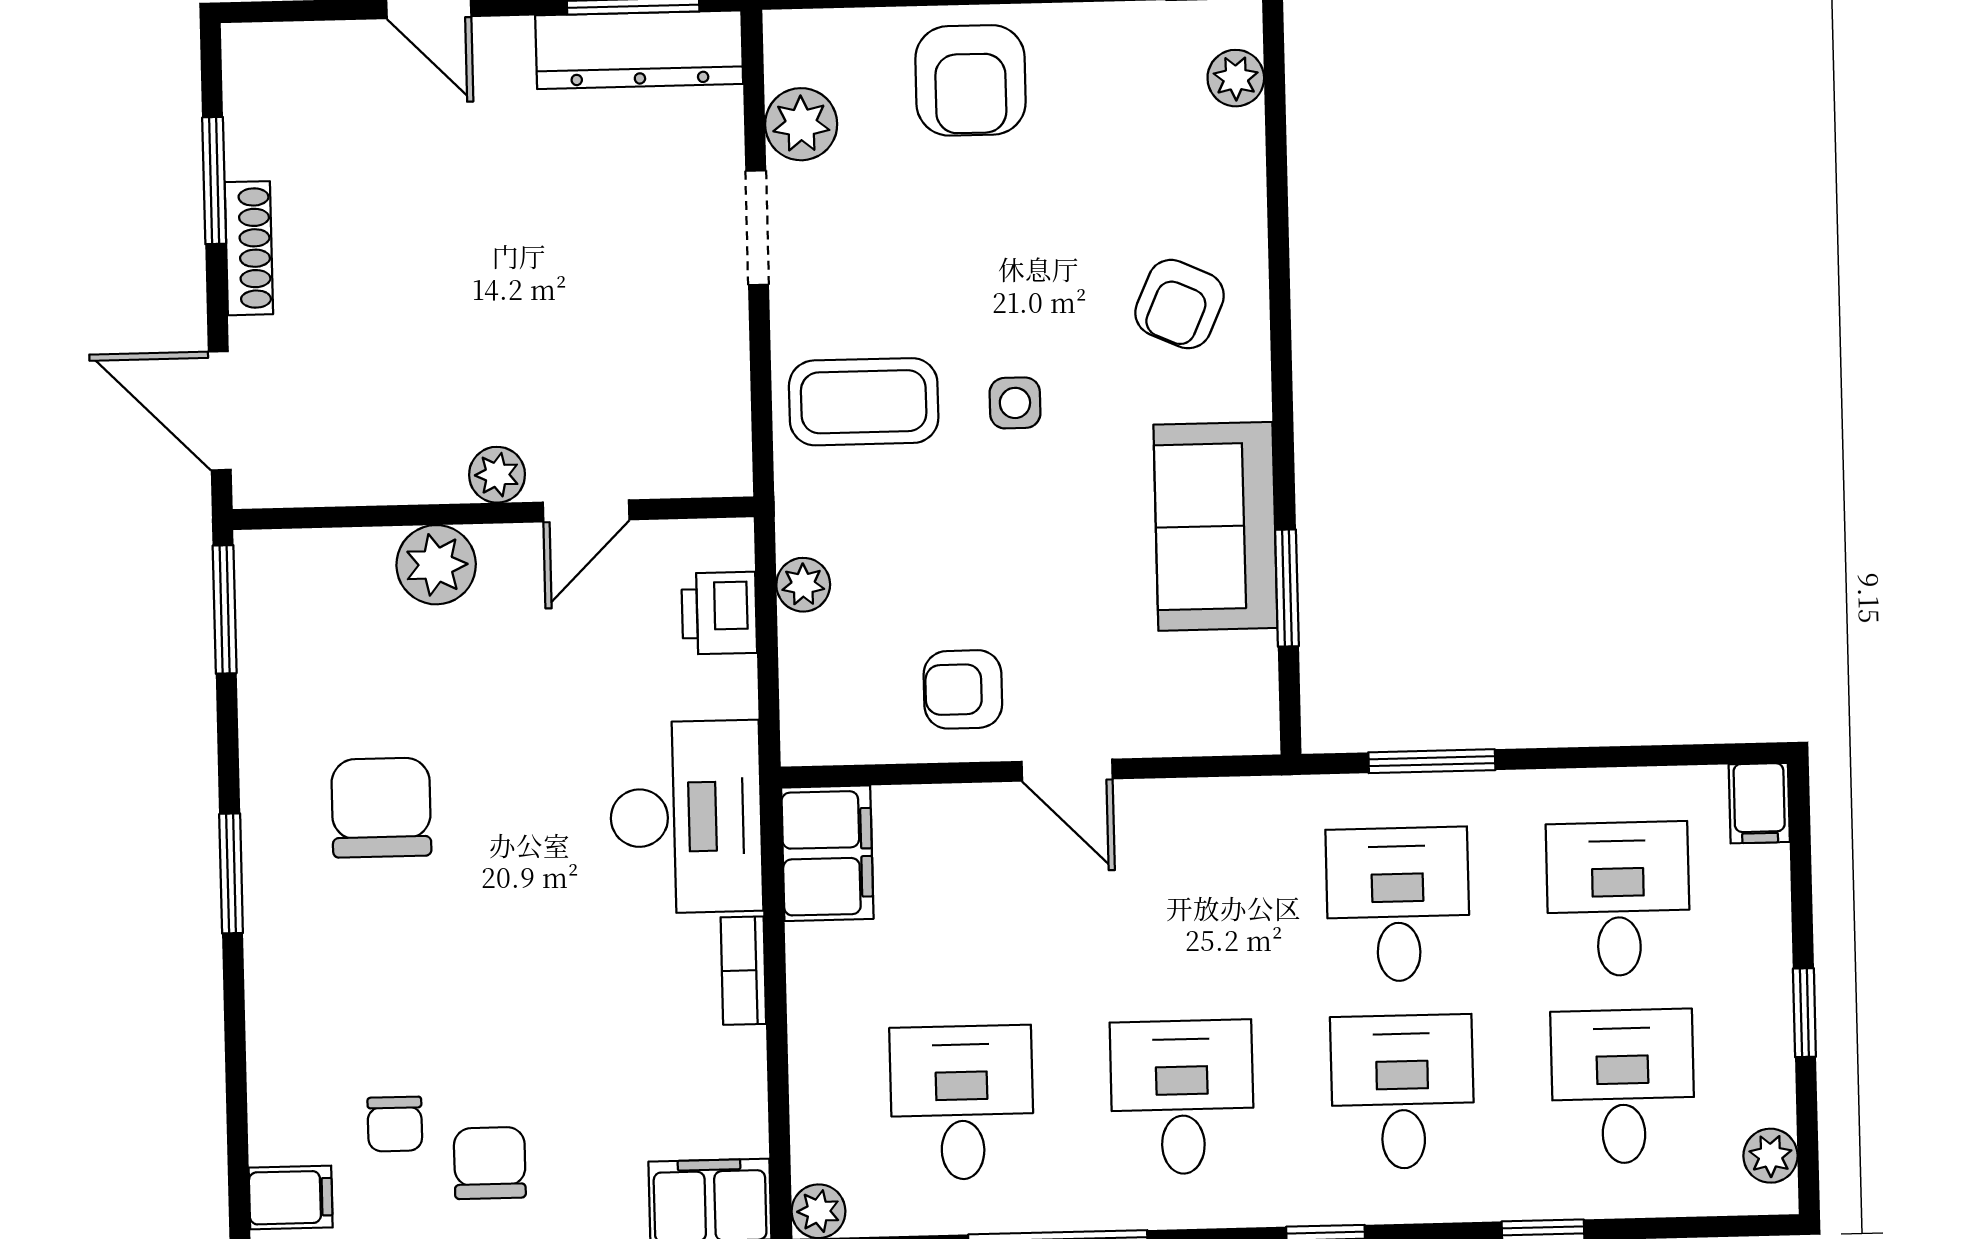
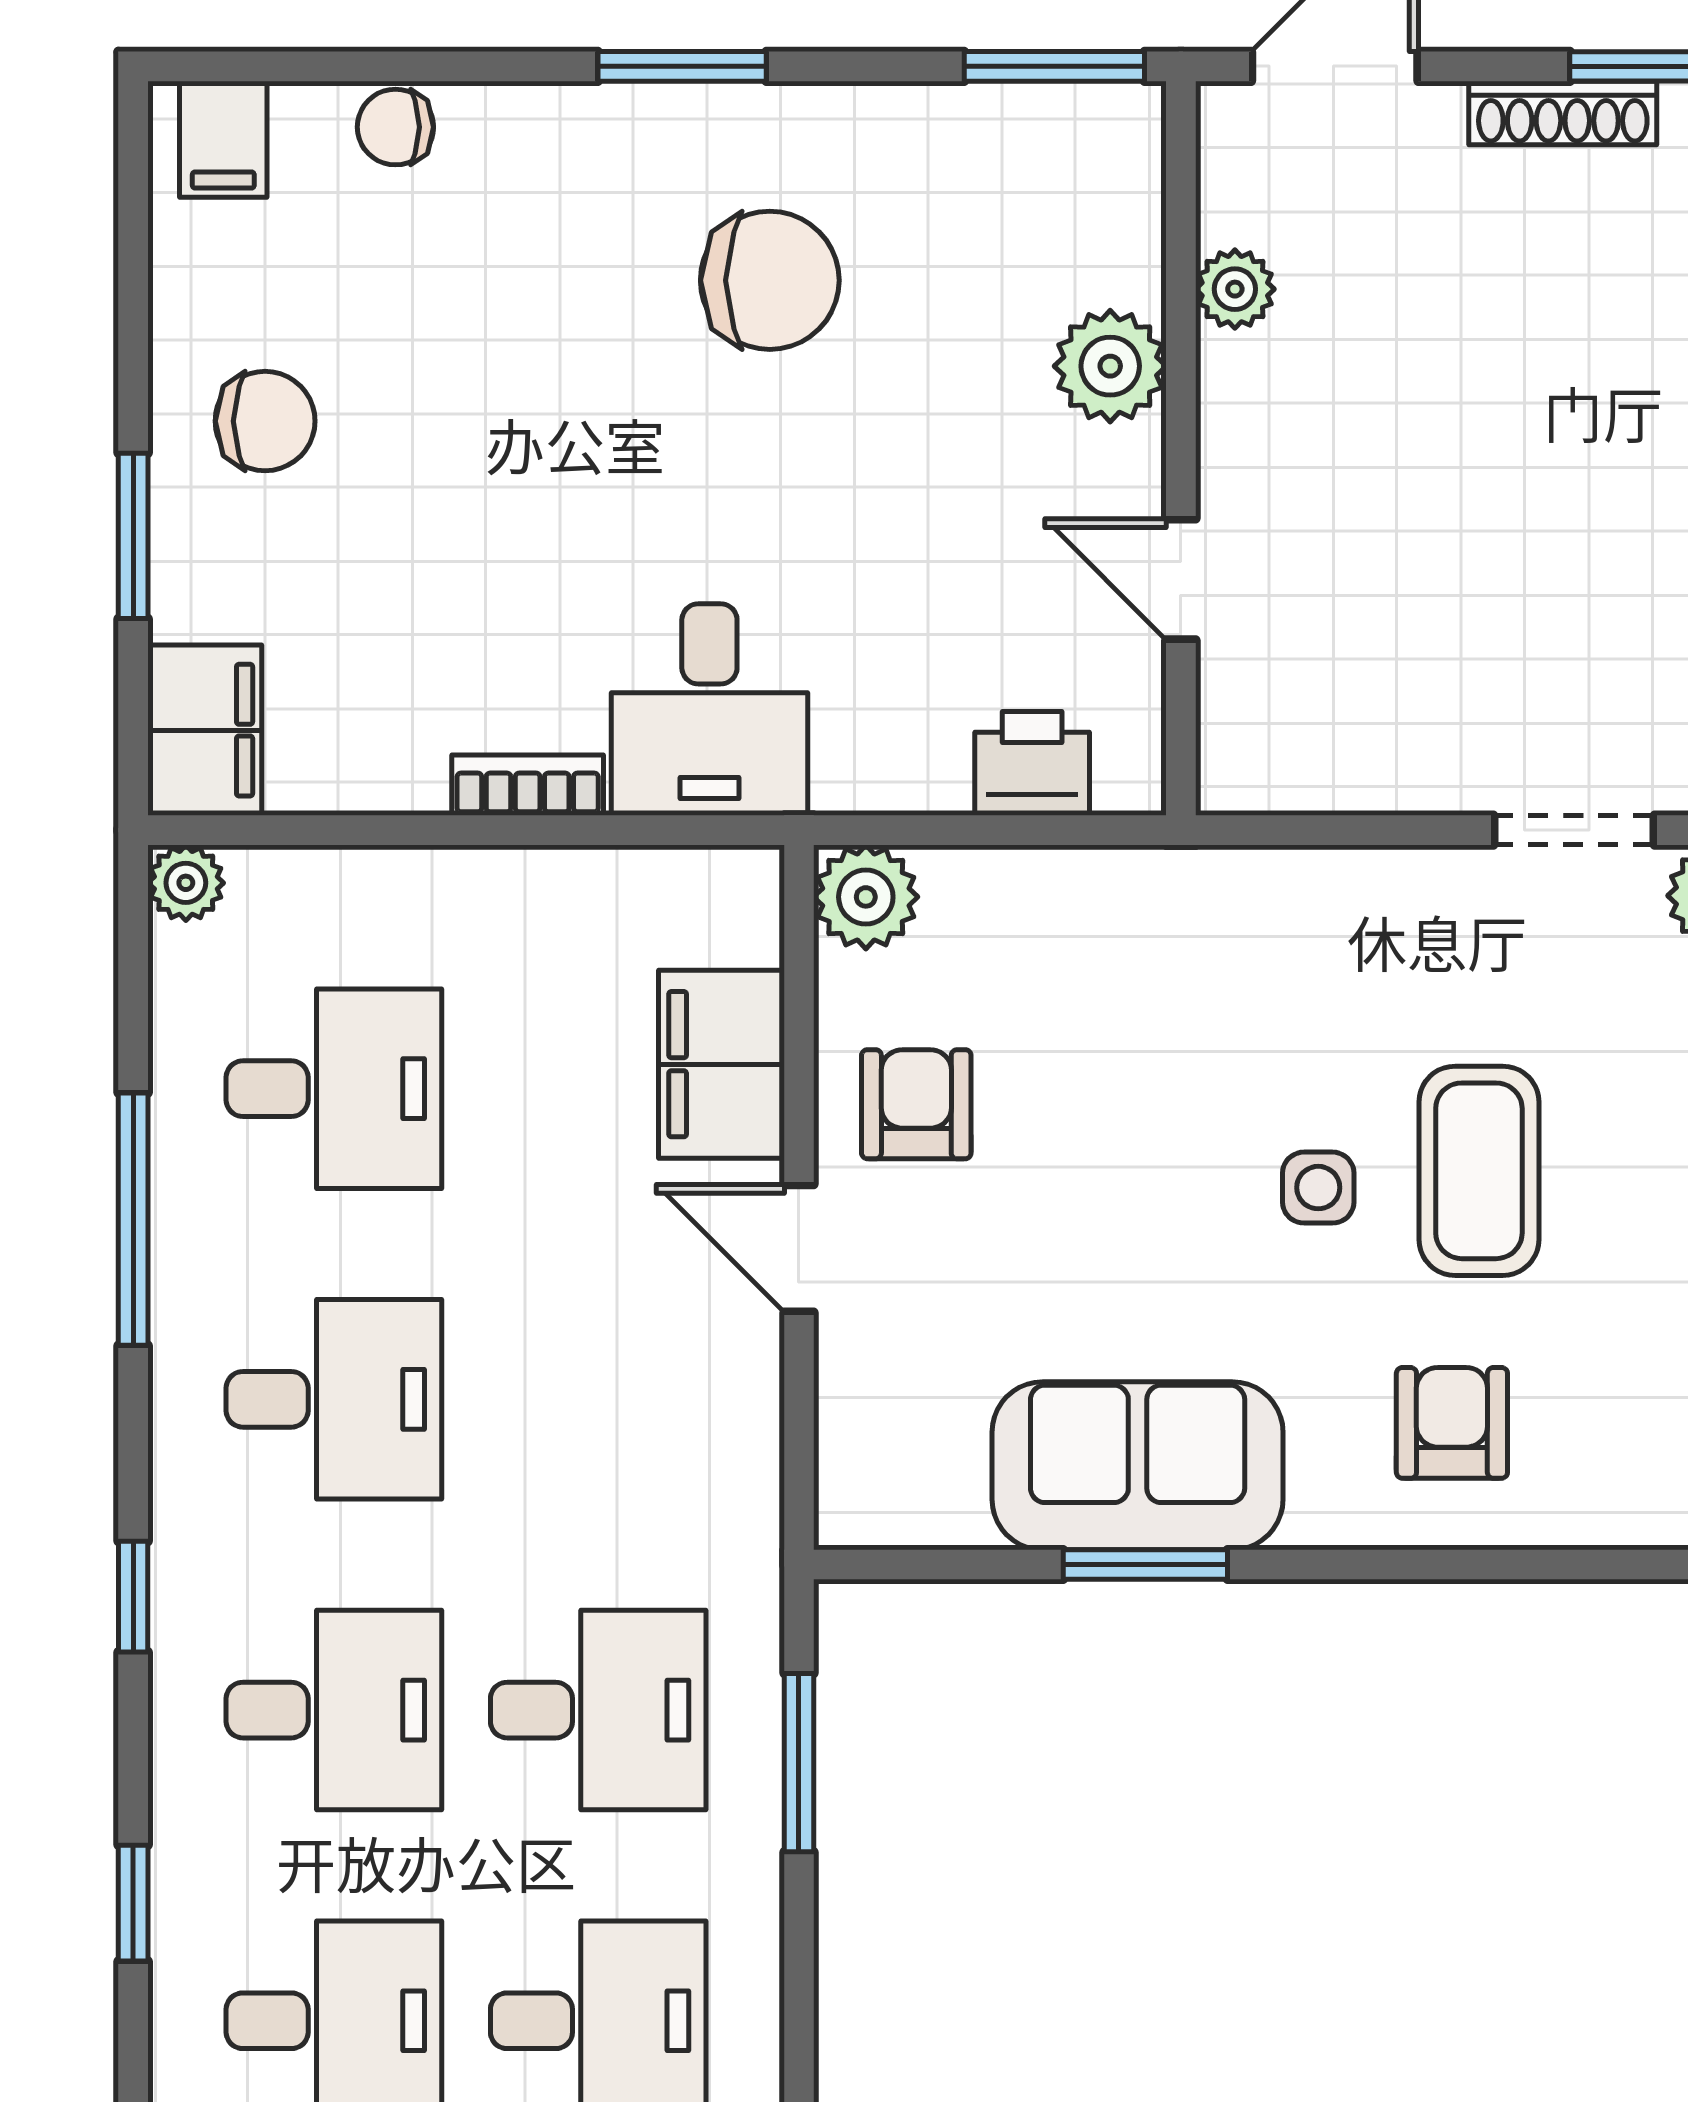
armchair: (1180, 304) -> (1452, 1423), turned 66
coffee table: (864, 402) -> (1479, 1171), moved
plant: (497, 475) -> (1235, 289), moved
plant: (803, 585) -> (866, 897), moved, width x1.38, depth x1.38
window: (1287, 588) -> (1145, 1564), moved
door: (1067, 770) -> (799, 1248), hinge flipped
desk: (686, 817) -> (709, 710), width x0.73
filing cabinet: (827, 853) -> (722, 1064), moved, turned 90
chair: (395, 1124) -> (395, 127), moved

